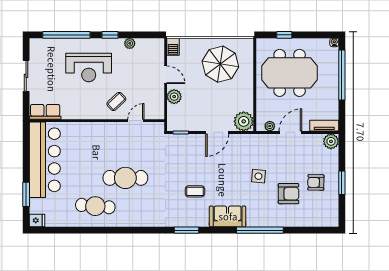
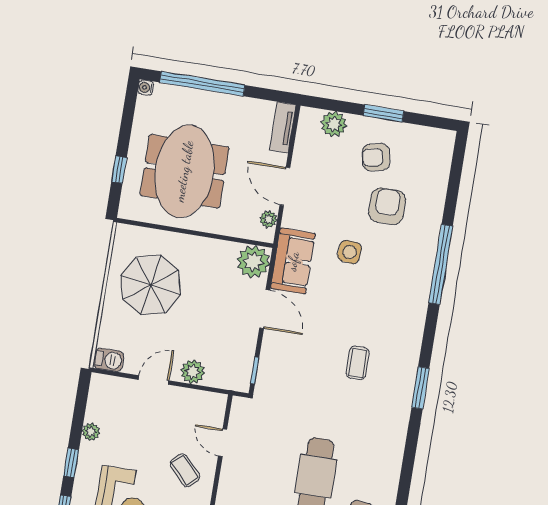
plant: (331, 141) -> (334, 124), moved
armchair: (316, 182) -> (376, 157), turned 77
sofa: (228, 216) -> (293, 261), moved, turned 180

